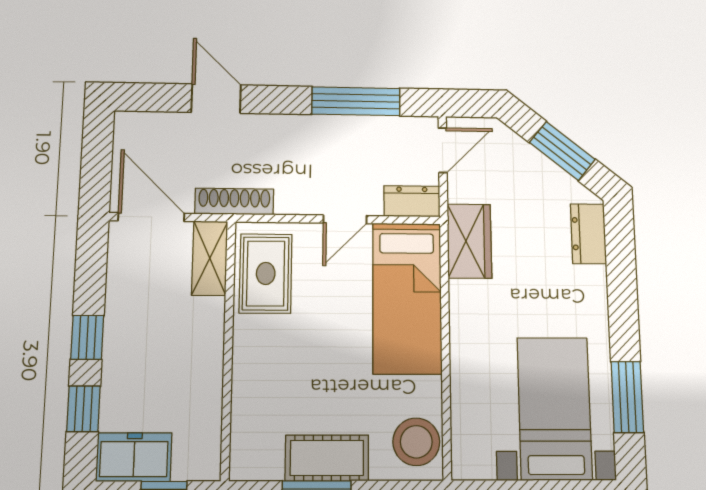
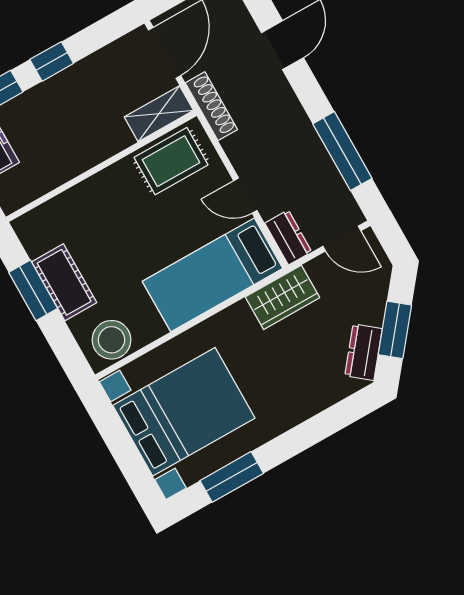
dresser: (588, 234) -> (364, 352), moved, turned -51
bed with nightstands: (554, 408) -> (184, 412), width x1.36

